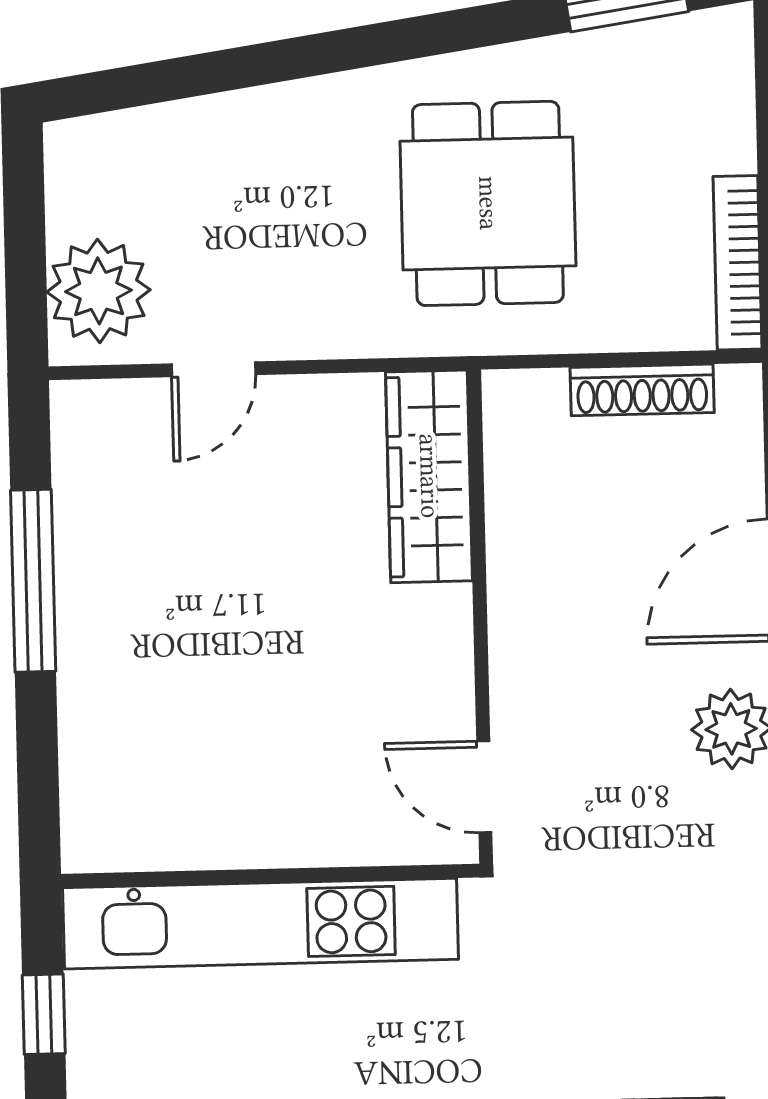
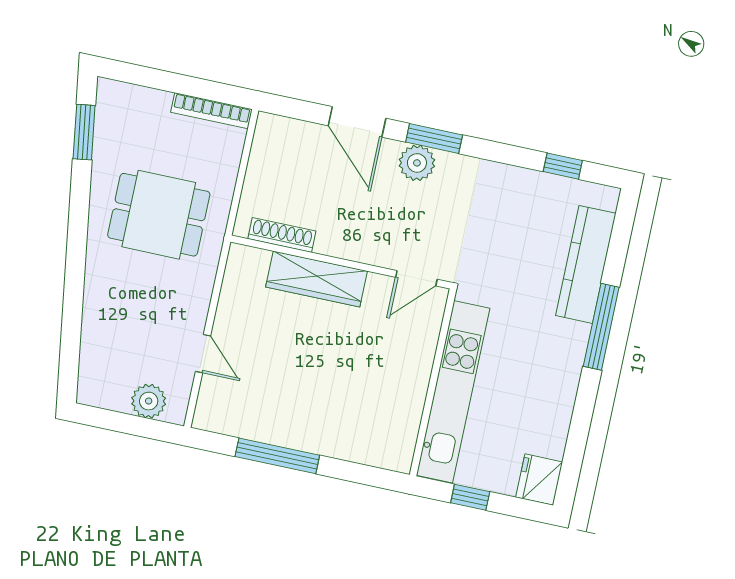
plant: (99, 291) -> (149, 401), width x0.73, depth x0.73
shoe rack: (642, 390) -> (282, 235), moved, turned -90
wardrobe: (429, 476) -> (316, 279), moved

